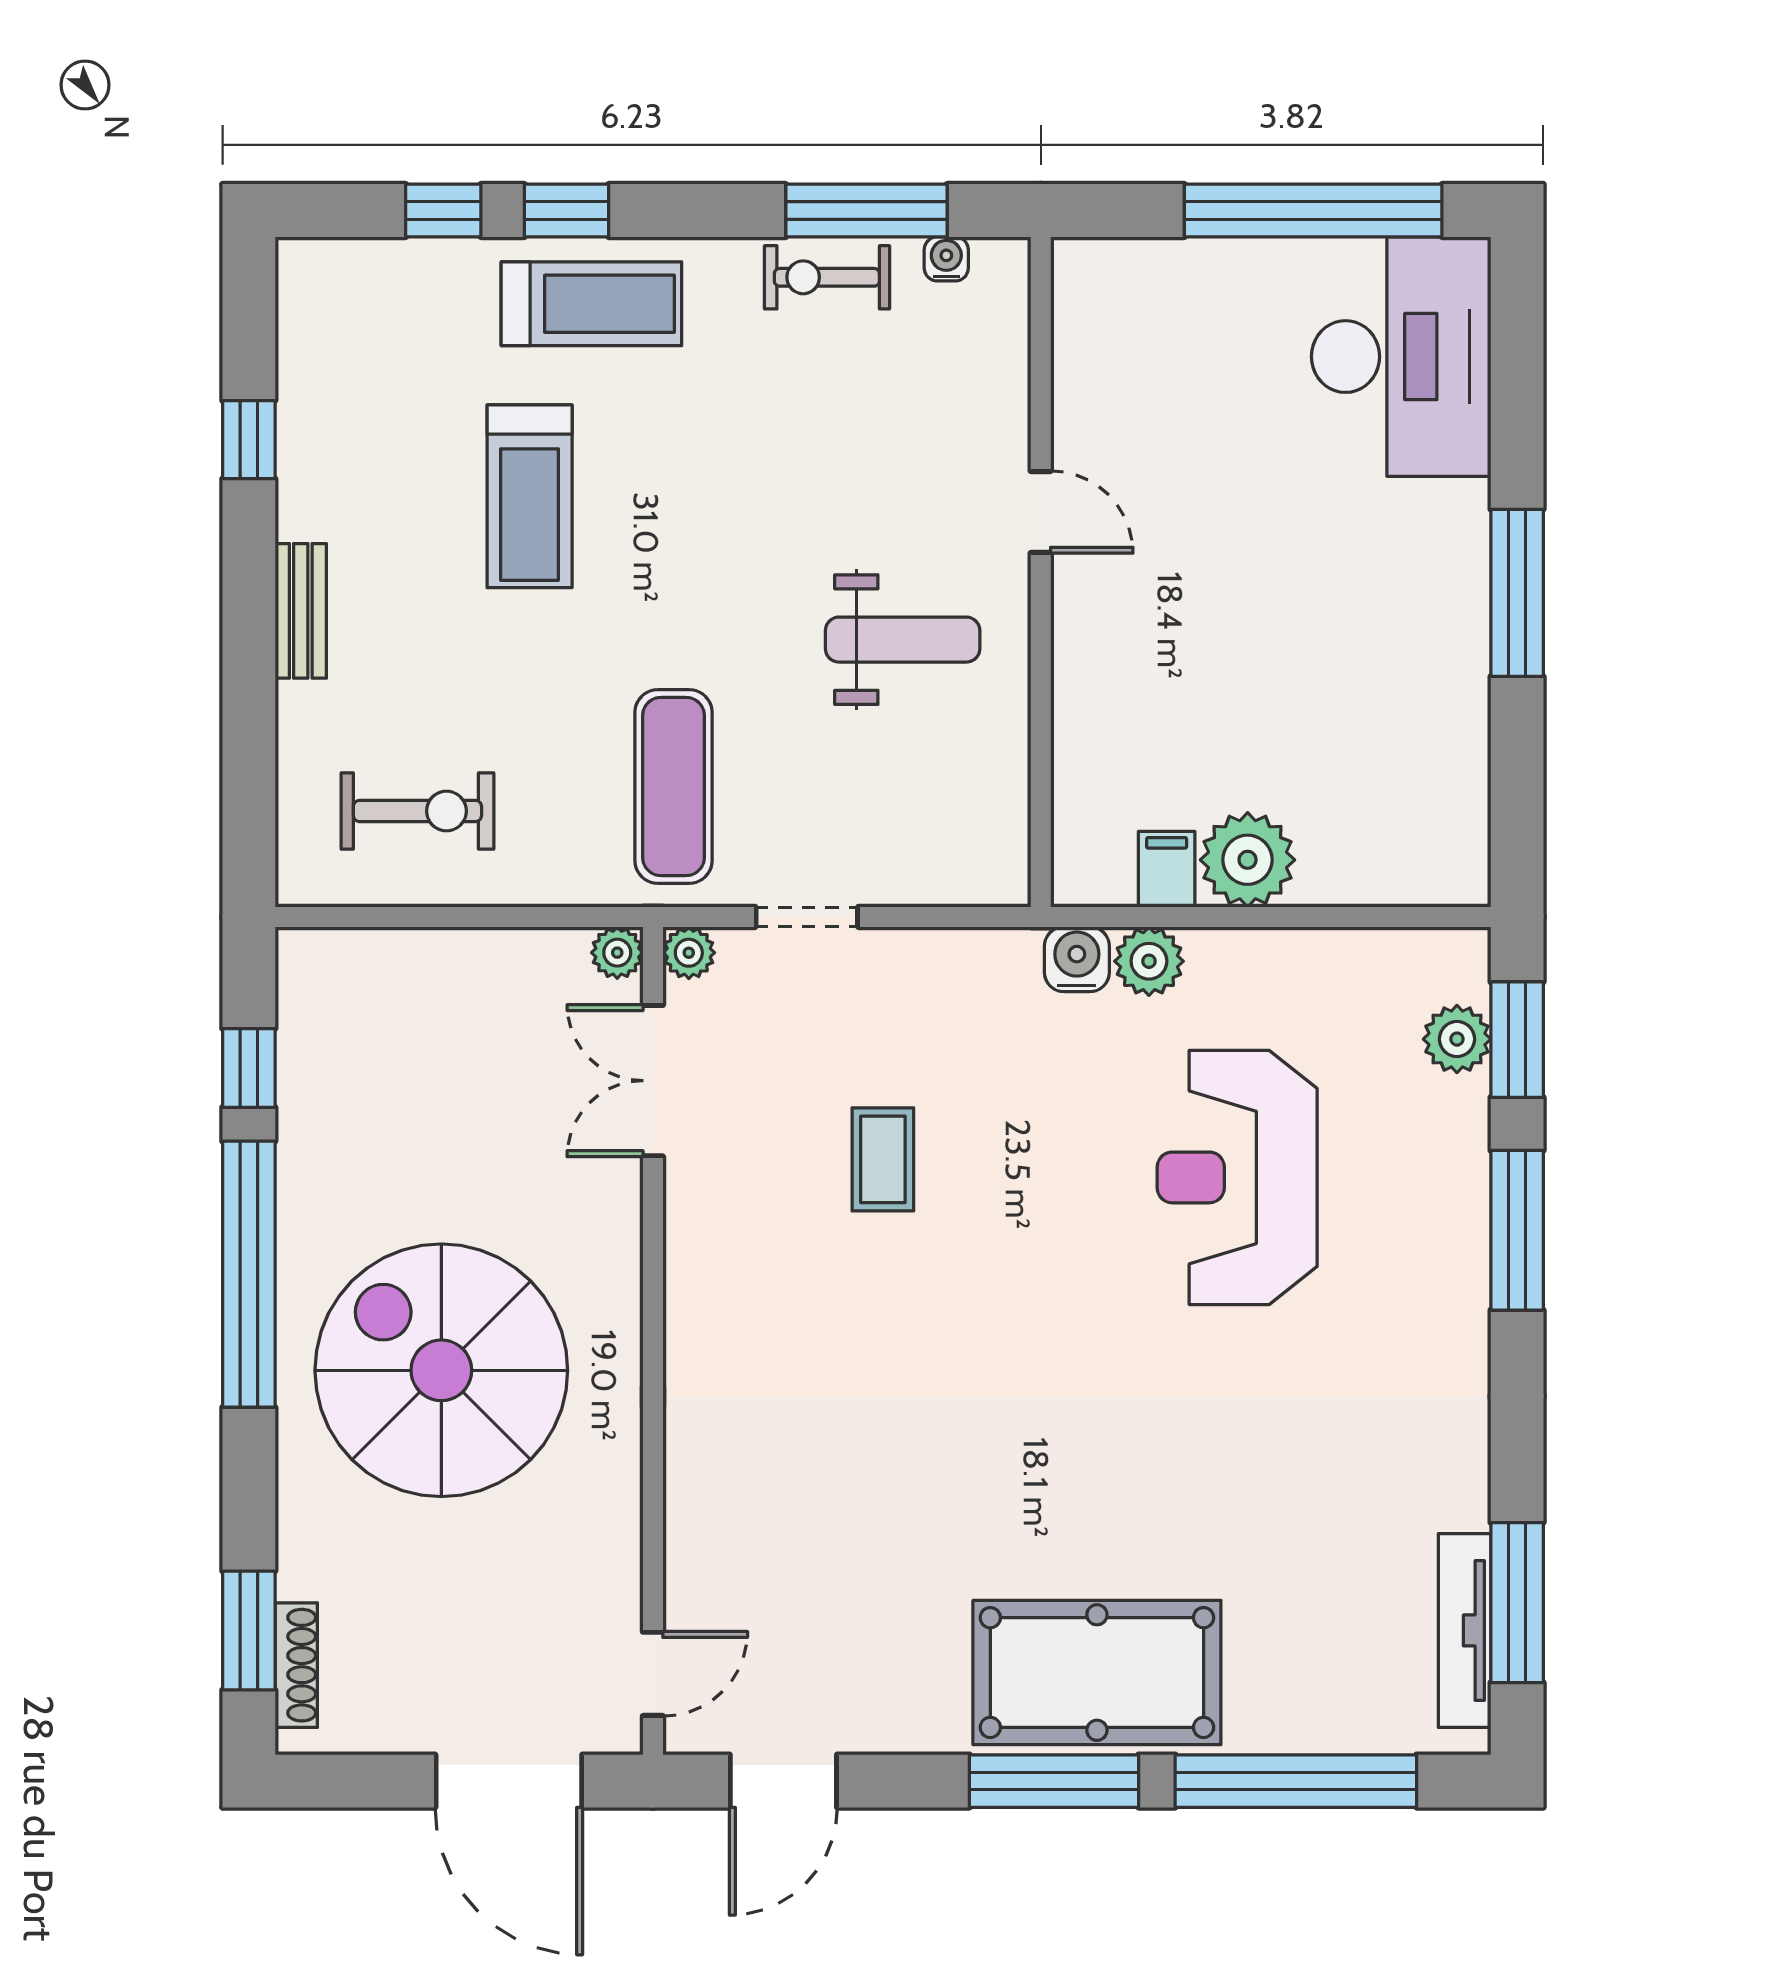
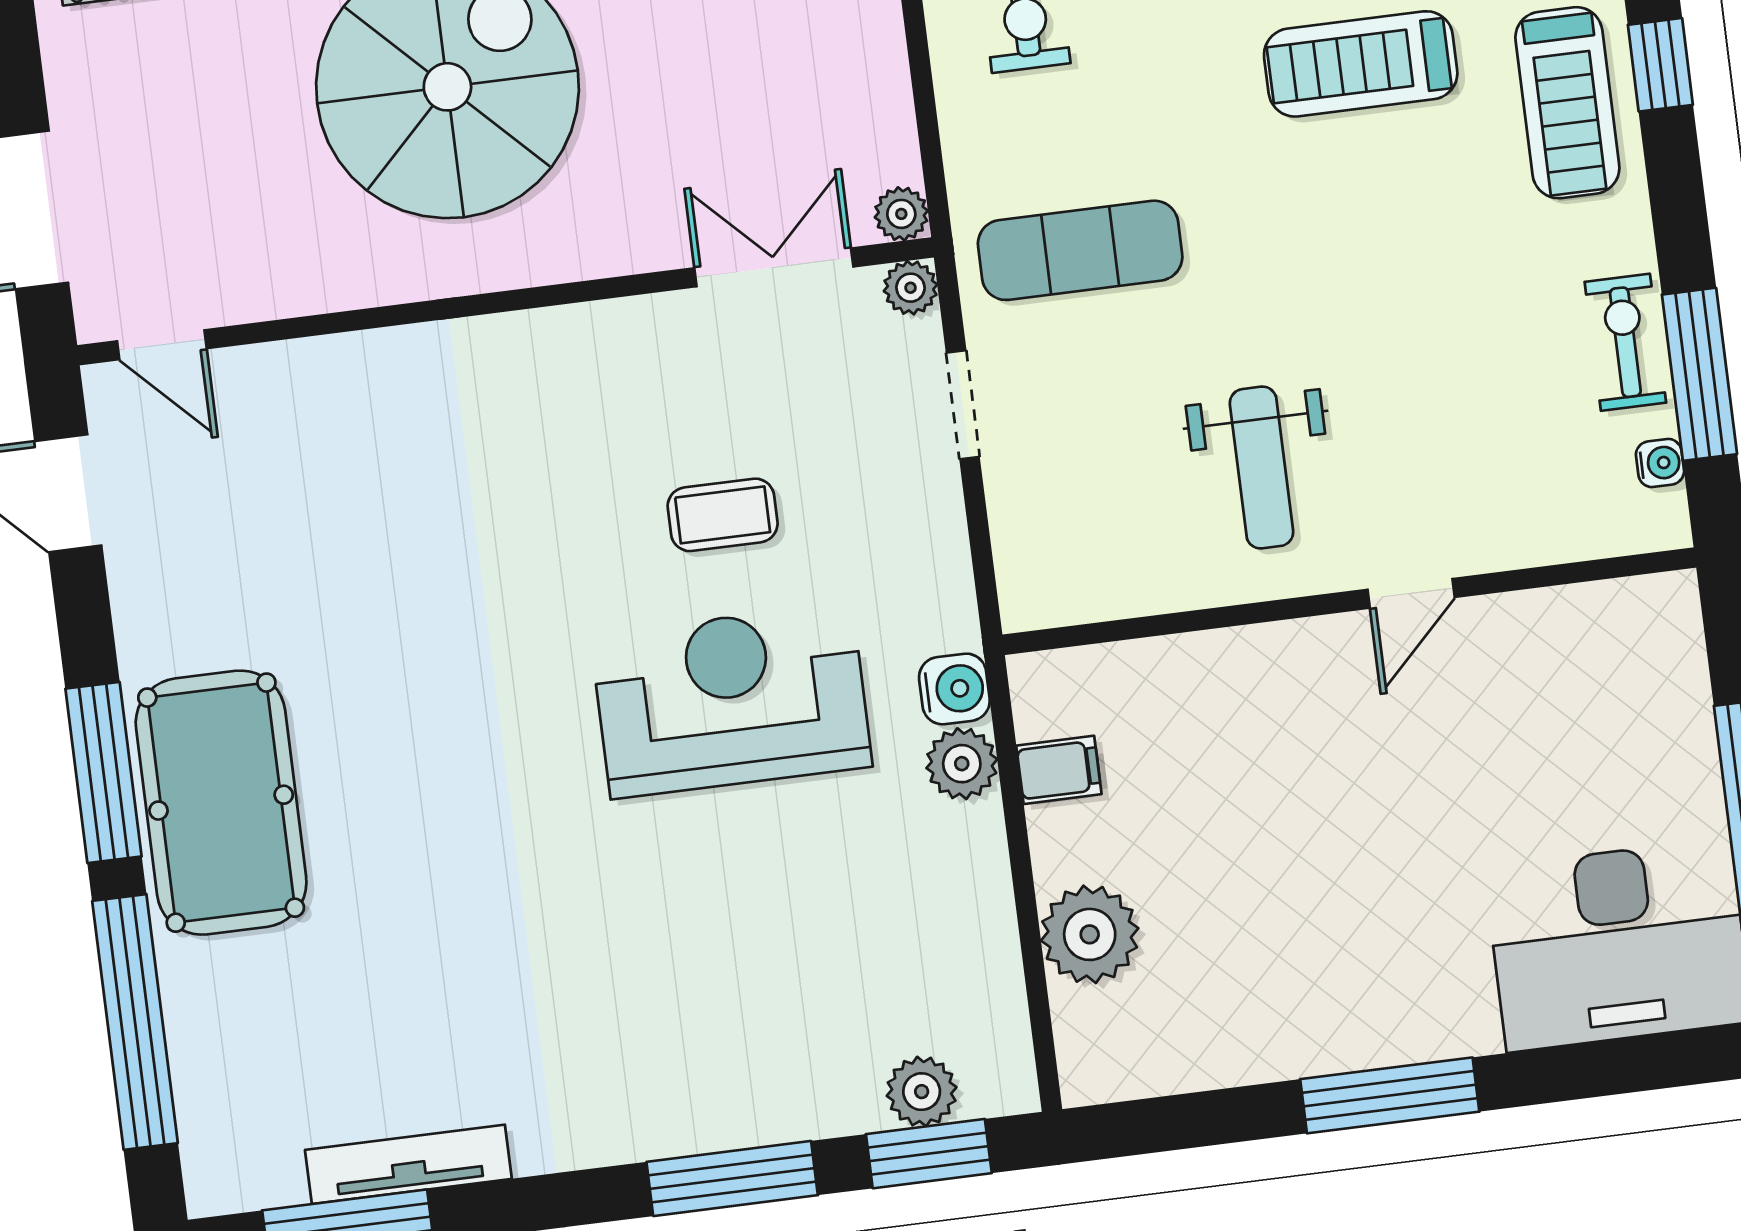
plant: (1248, 860) -> (1090, 934), moved
reception desk: (1237, 1177) -> (731, 701), moved
tv unit: (1465, 1630) -> (408, 1164), moved

